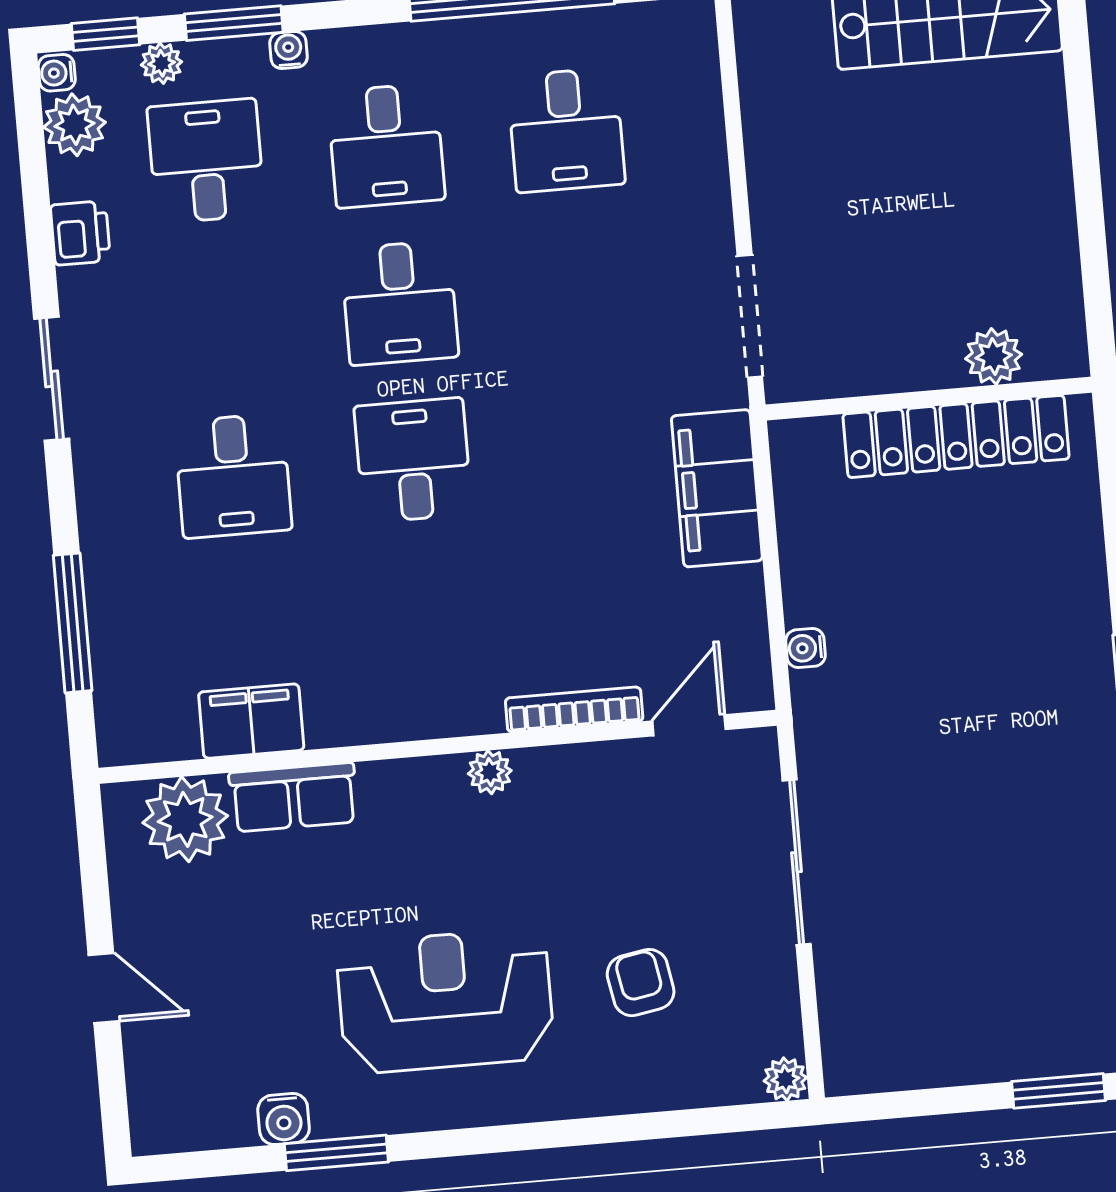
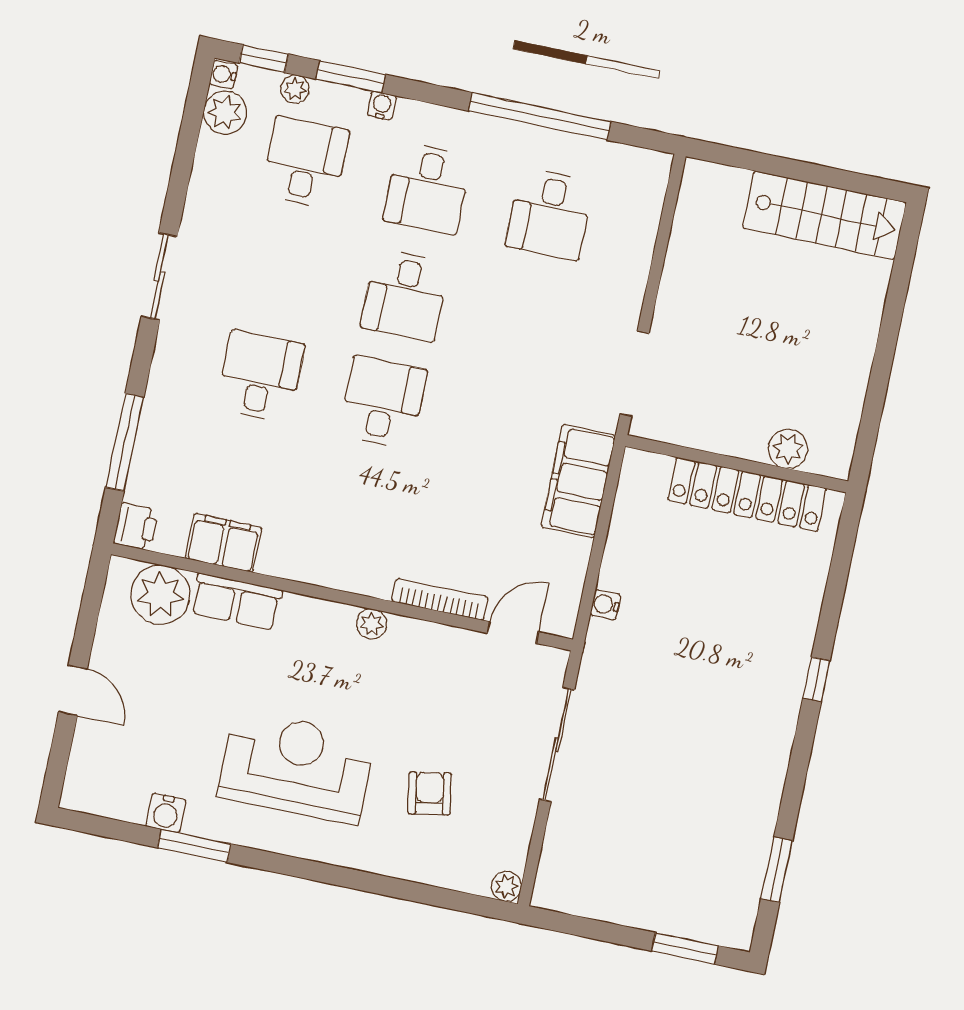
printer: (80, 233) -> (136, 527), moved
desk: (233, 476) -> (260, 377), turned 180

